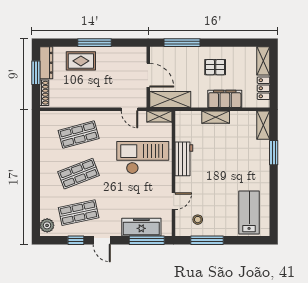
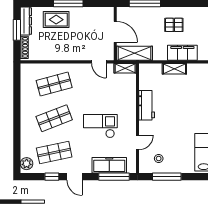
checkout: (143, 158) -> (100, 126), moved, width x0.73, depth x0.83

